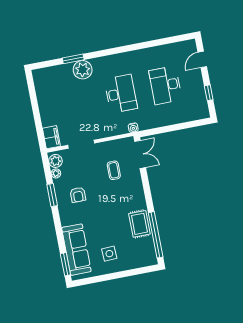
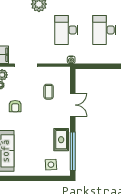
desk: (121, 94) -> (66, 30), turned 180
double door: (140, 154) -> (73, 105), moved
side table: (109, 254) -> (51, 165), moved

